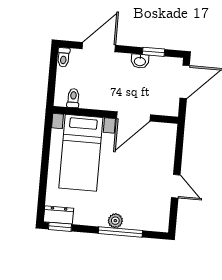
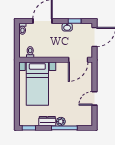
door: (133, 116) -> (78, 60), moved
door: (176, 186) -> (94, 98), swing flipped
dresser: (59, 215) -> (47, 121), moved

